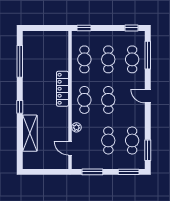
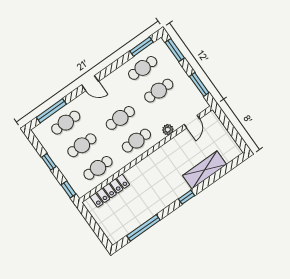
window: (131, 28) -> (49, 162), moved
locker: (62, 89) -> (110, 191), moved
door: (148, 96) -> (90, 83), hinge flipped

